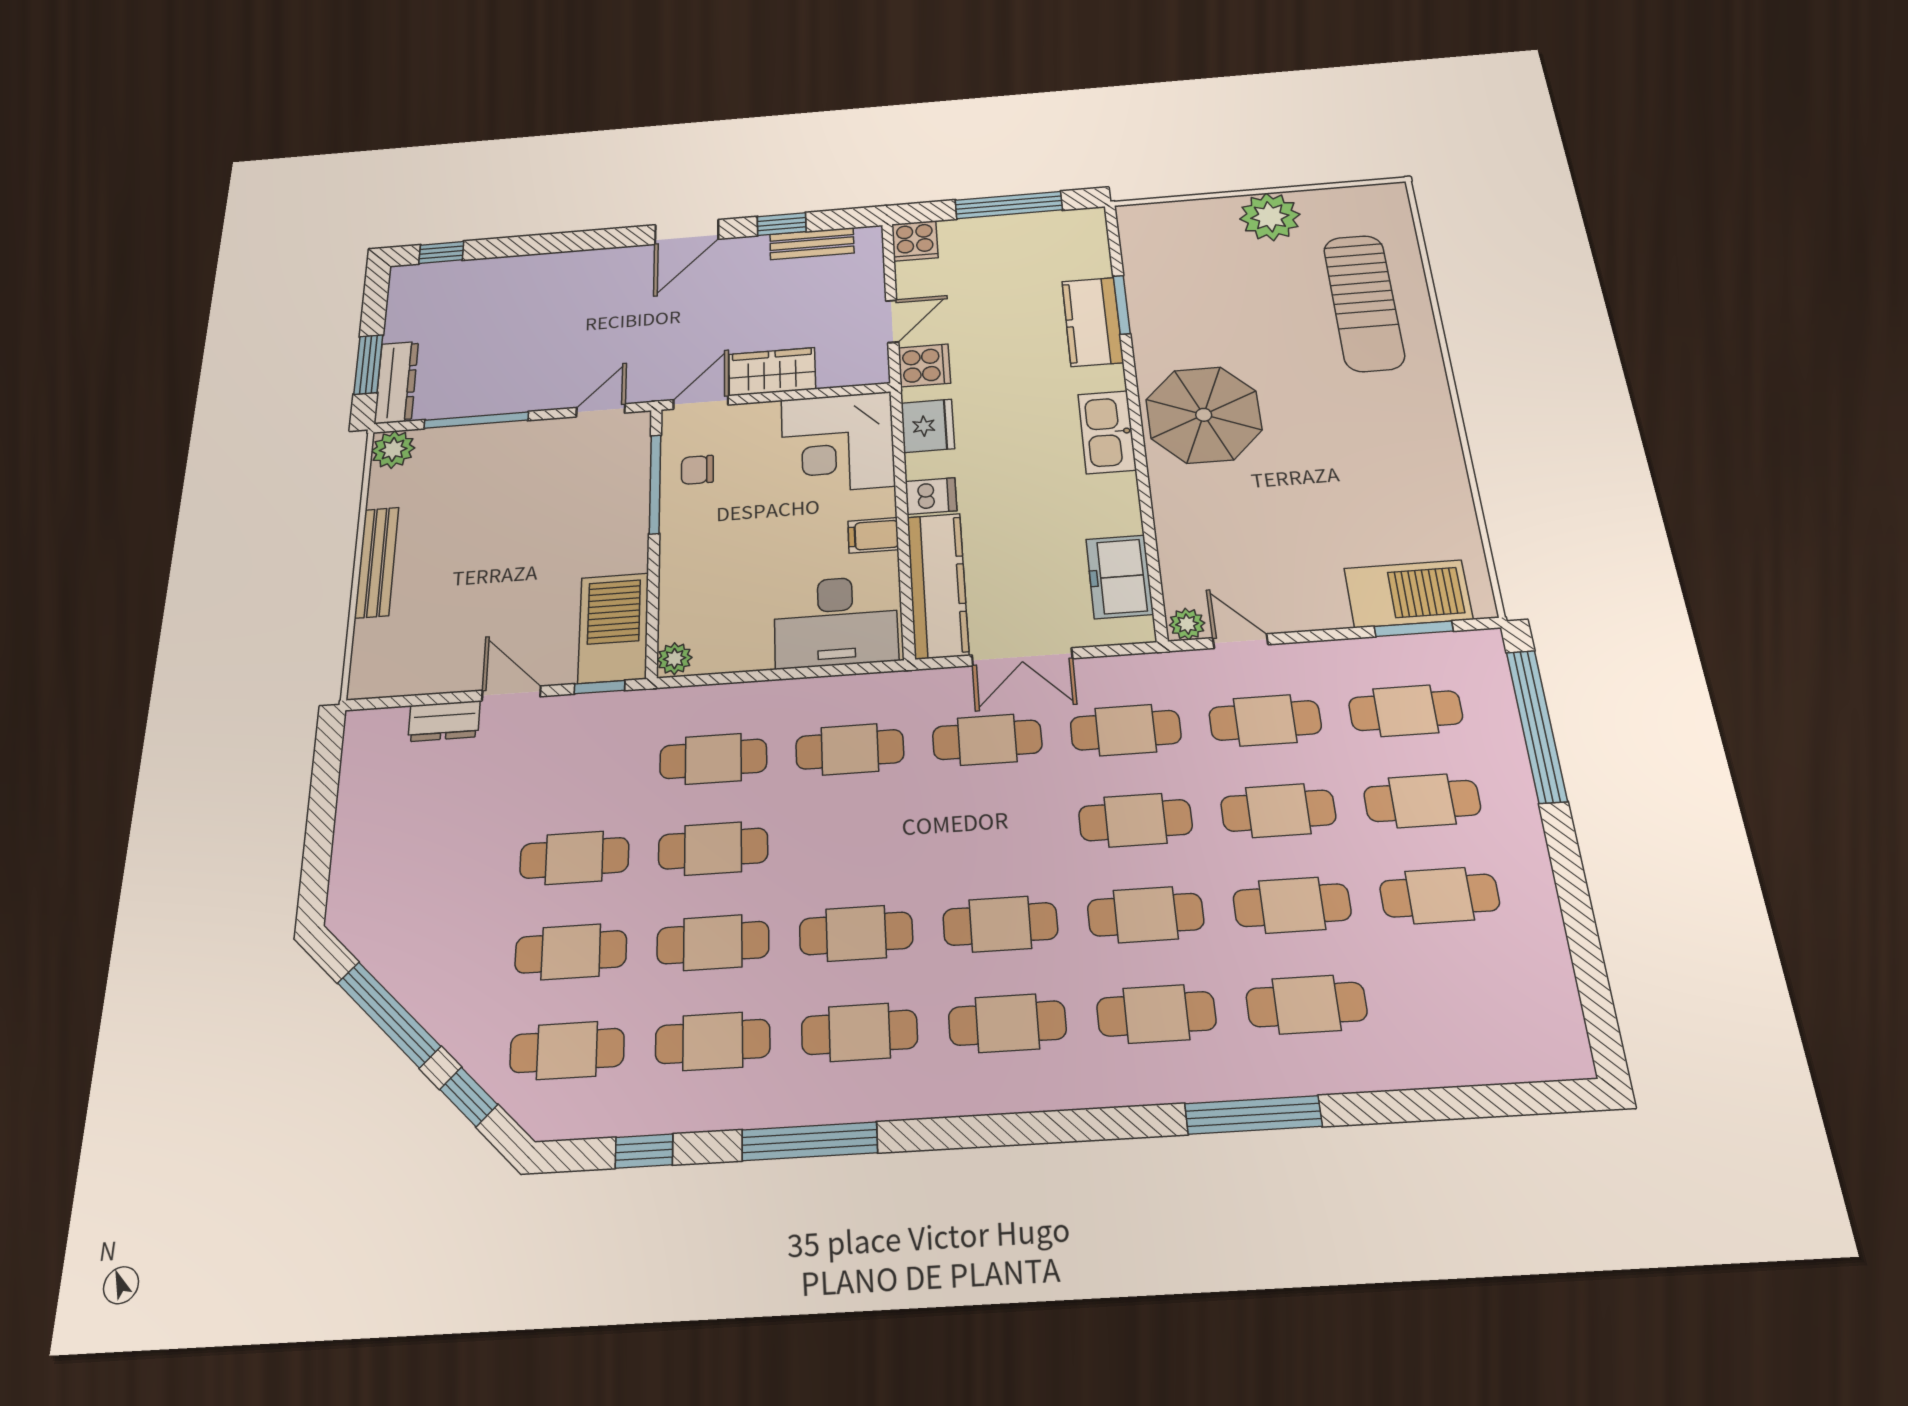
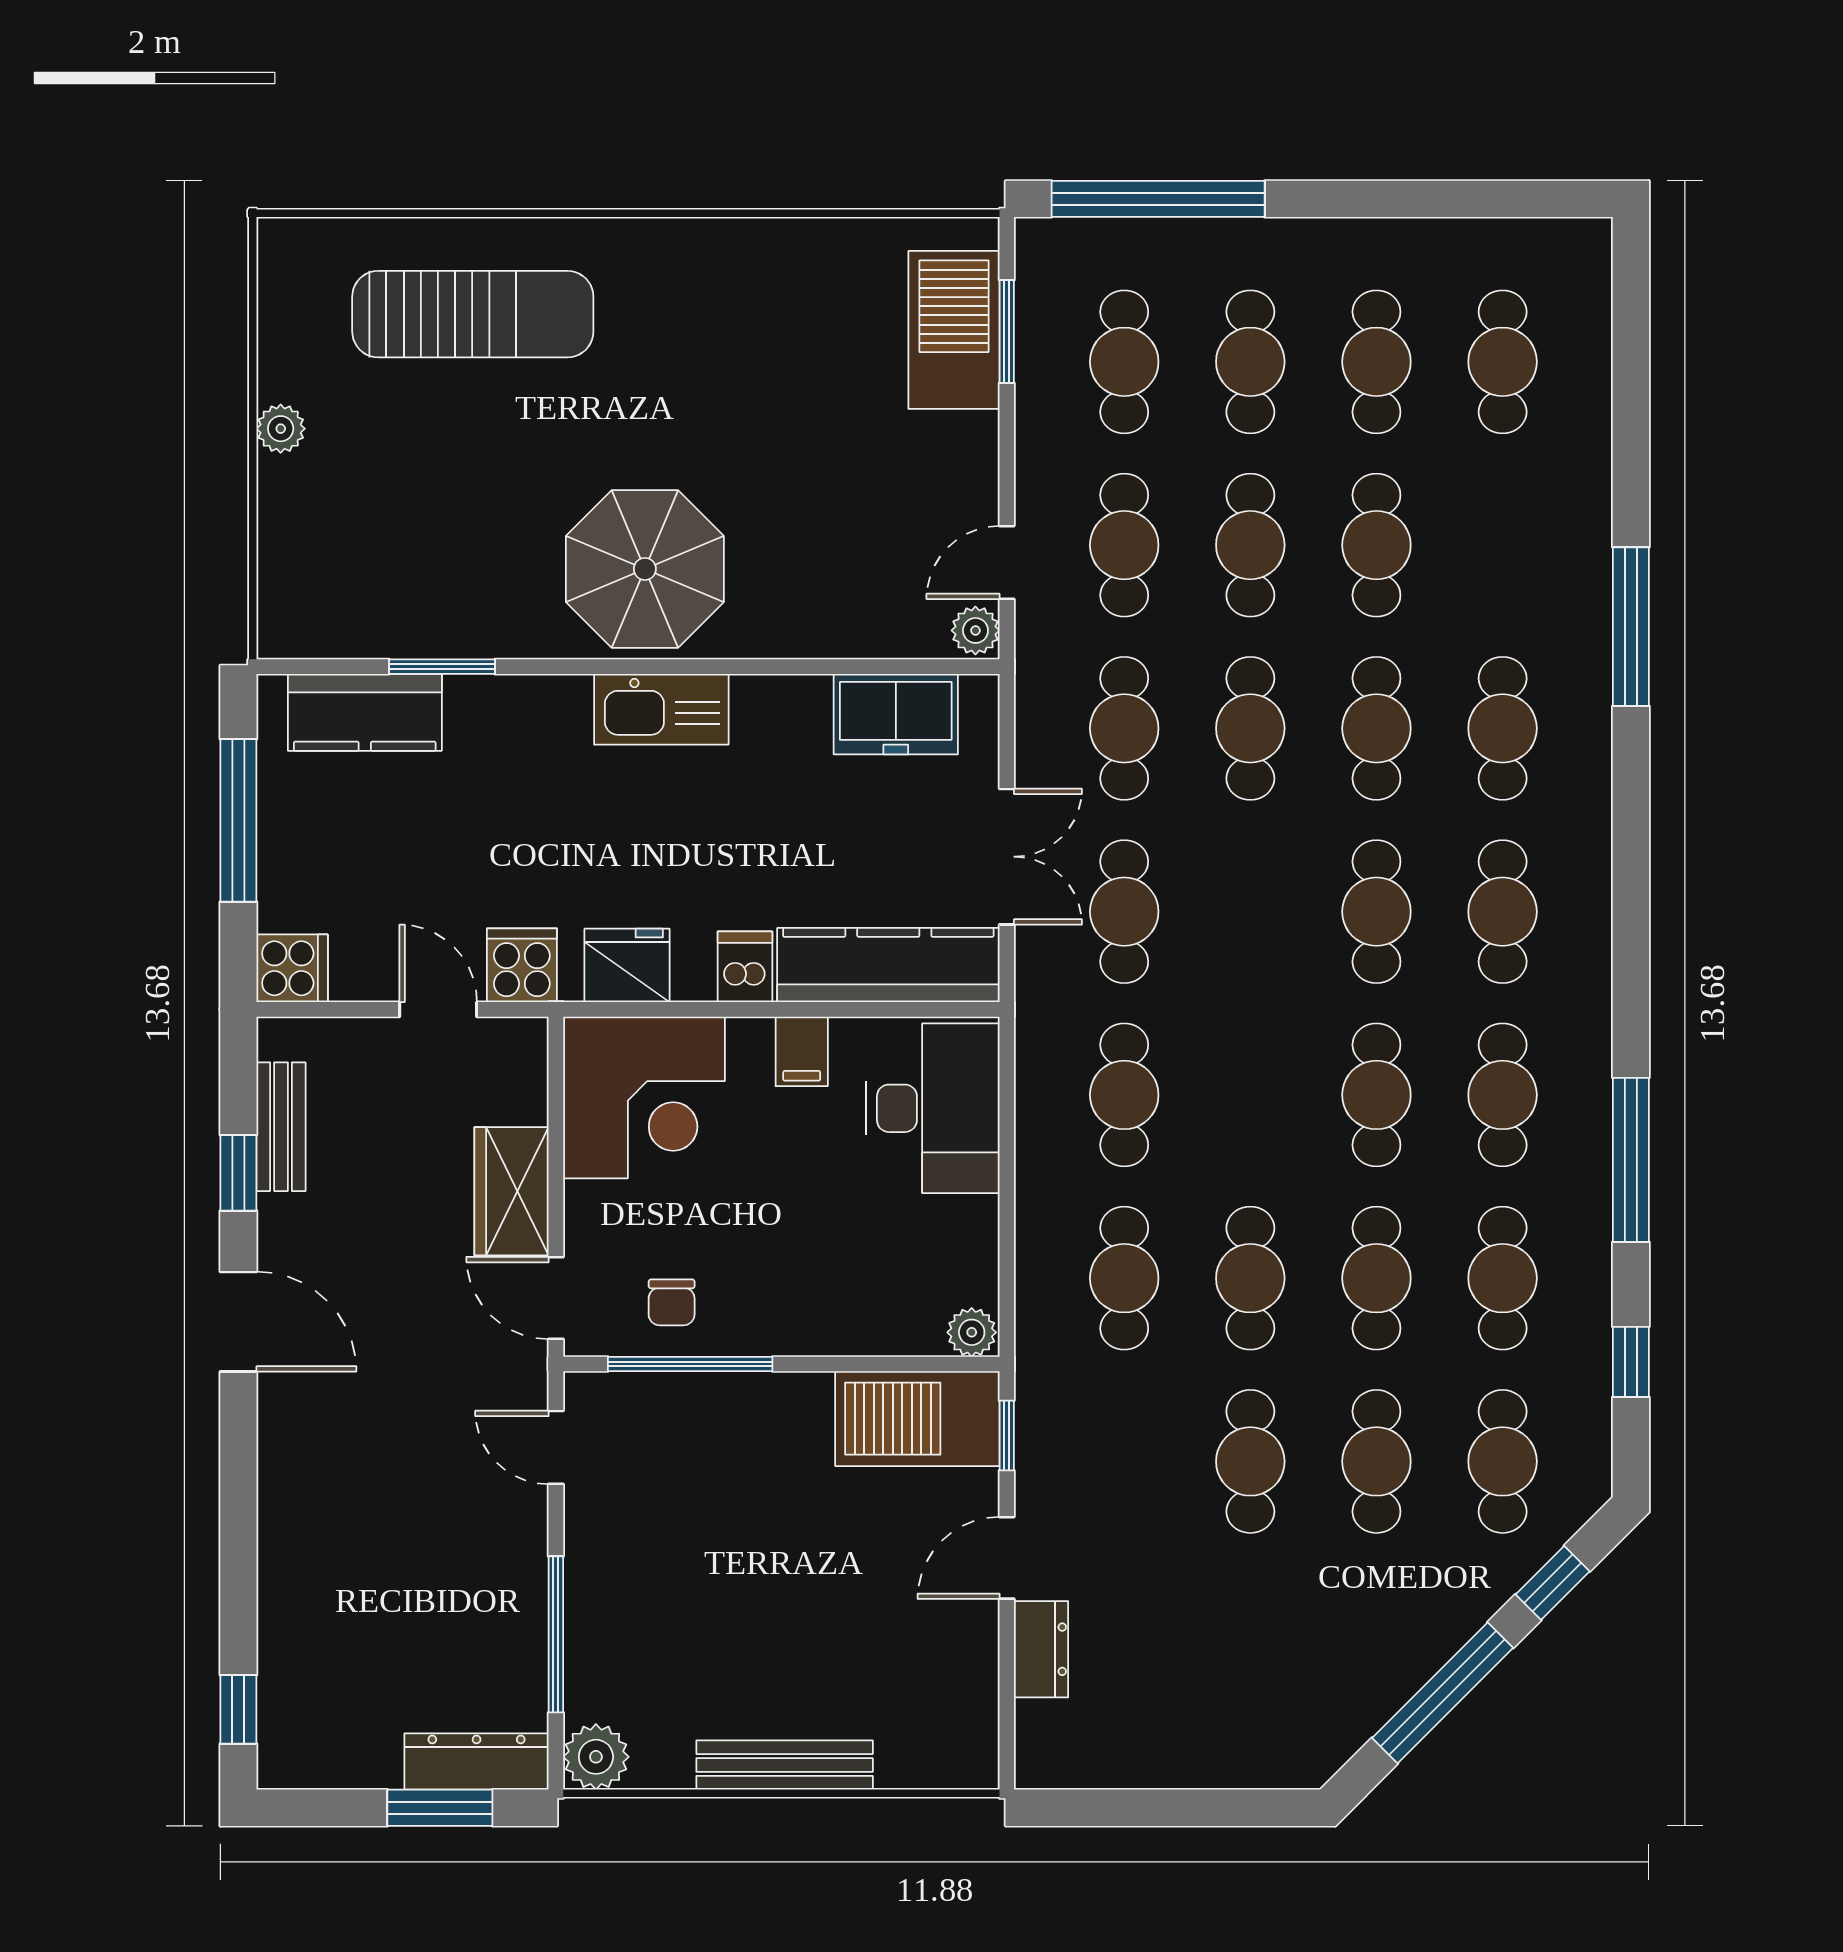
plant: (1270, 217) -> (281, 429), width x0.53, depth x0.53
kitchen counter: (1093, 322) -> (365, 712), moved
cafe table: (1306, 1005) -> (1503, 362), moved

